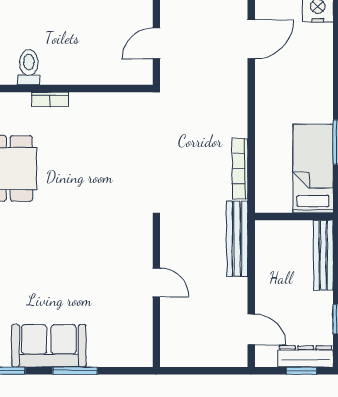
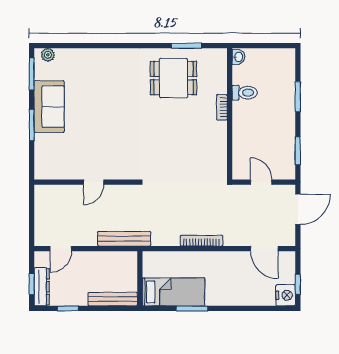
bookcase: (240, 169) -> (201, 241), moved

